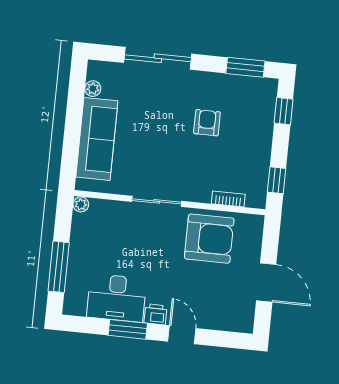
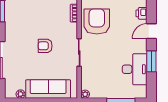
armchair: (207, 123) -> (45, 46), moved
printer: (156, 314) -> (142, 13), moved

